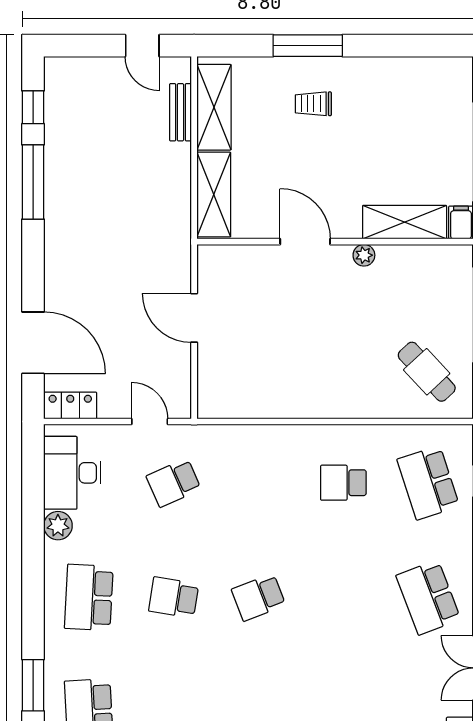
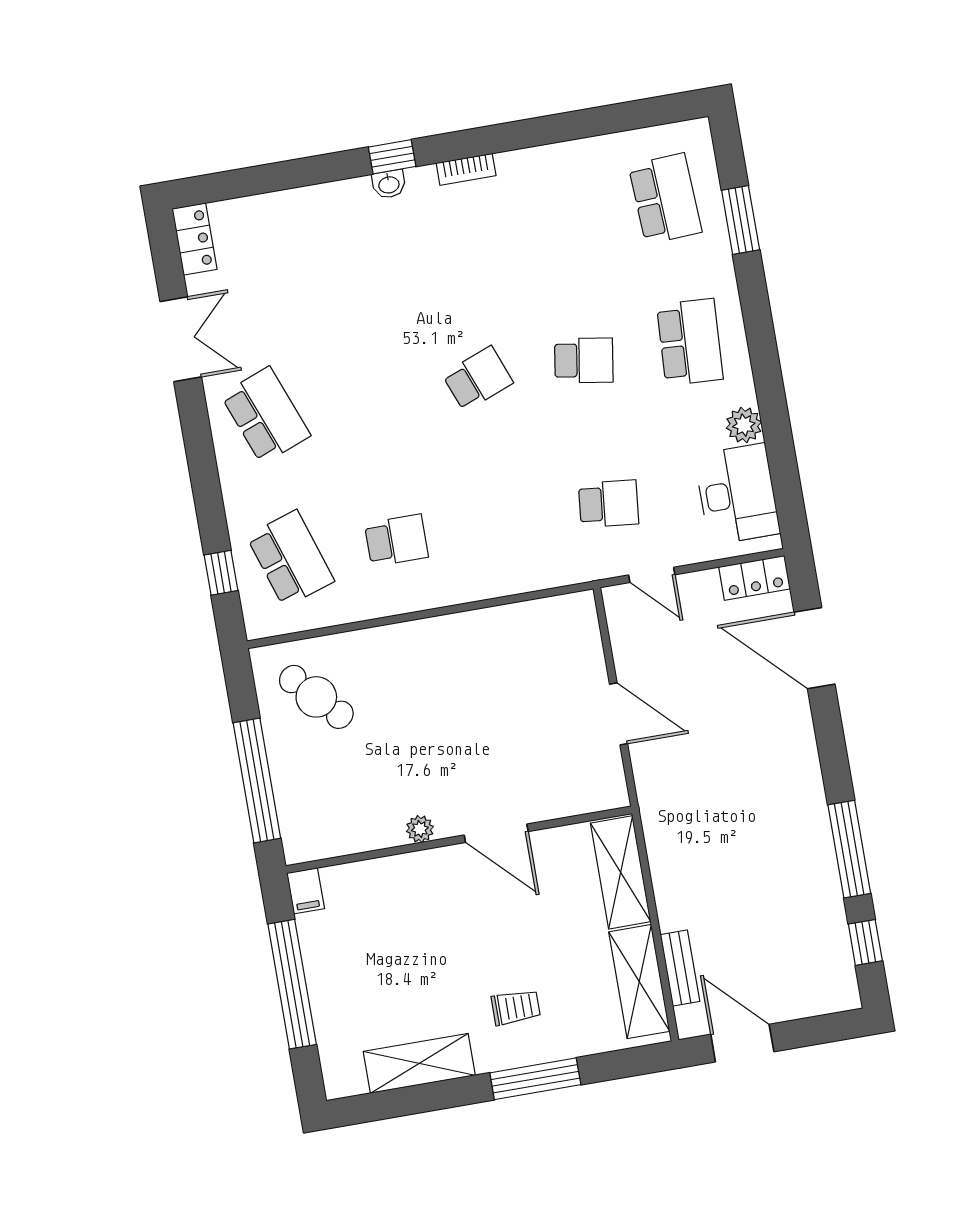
door: (142, 46) -> (742, 1043), width x1.38
shelving: (405, 222) -> (419, 1063), moved
school desk: (174, 483) -> (609, 504), turned 30

